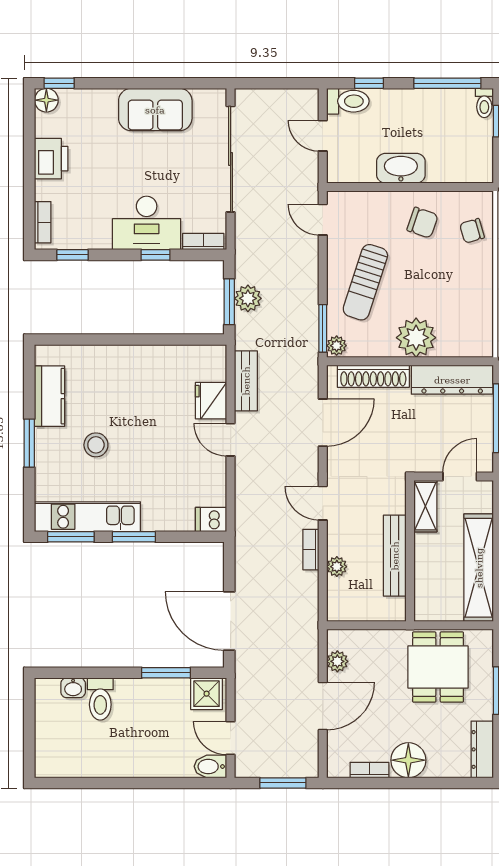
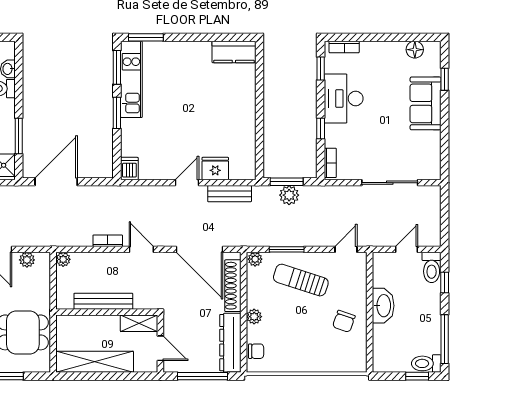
window: (59, 83) -> (445, 79), moved
floor lamp: (46, 100) -> (415, 50), moved
toilet: (484, 103) -> (426, 363), width x1.37, depth x1.39
sofa: (155, 110) -> (426, 103), moved
printer: (51, 159) -> (390, 53), removed
sliding door: (231, 159) -> (390, 183), width x0.73
desk: (147, 223) -> (344, 98), moved
chair: (472, 231) -> (256, 351), moved, turned 106
window: (323, 328) -> (287, 249), moved
plant: (416, 338) -> (254, 317), width x0.53, depth x0.53
kitchen counter: (50, 396) -> (234, 52), moved
door: (323, 423) -> (199, 249), width x1.36
window: (29, 443) -> (146, 37), moved
stool: (96, 445) -> (183, 85), removed
door: (323, 503) -> (141, 249), hinge flipped
plant: (337, 567) -> (63, 259), moved

